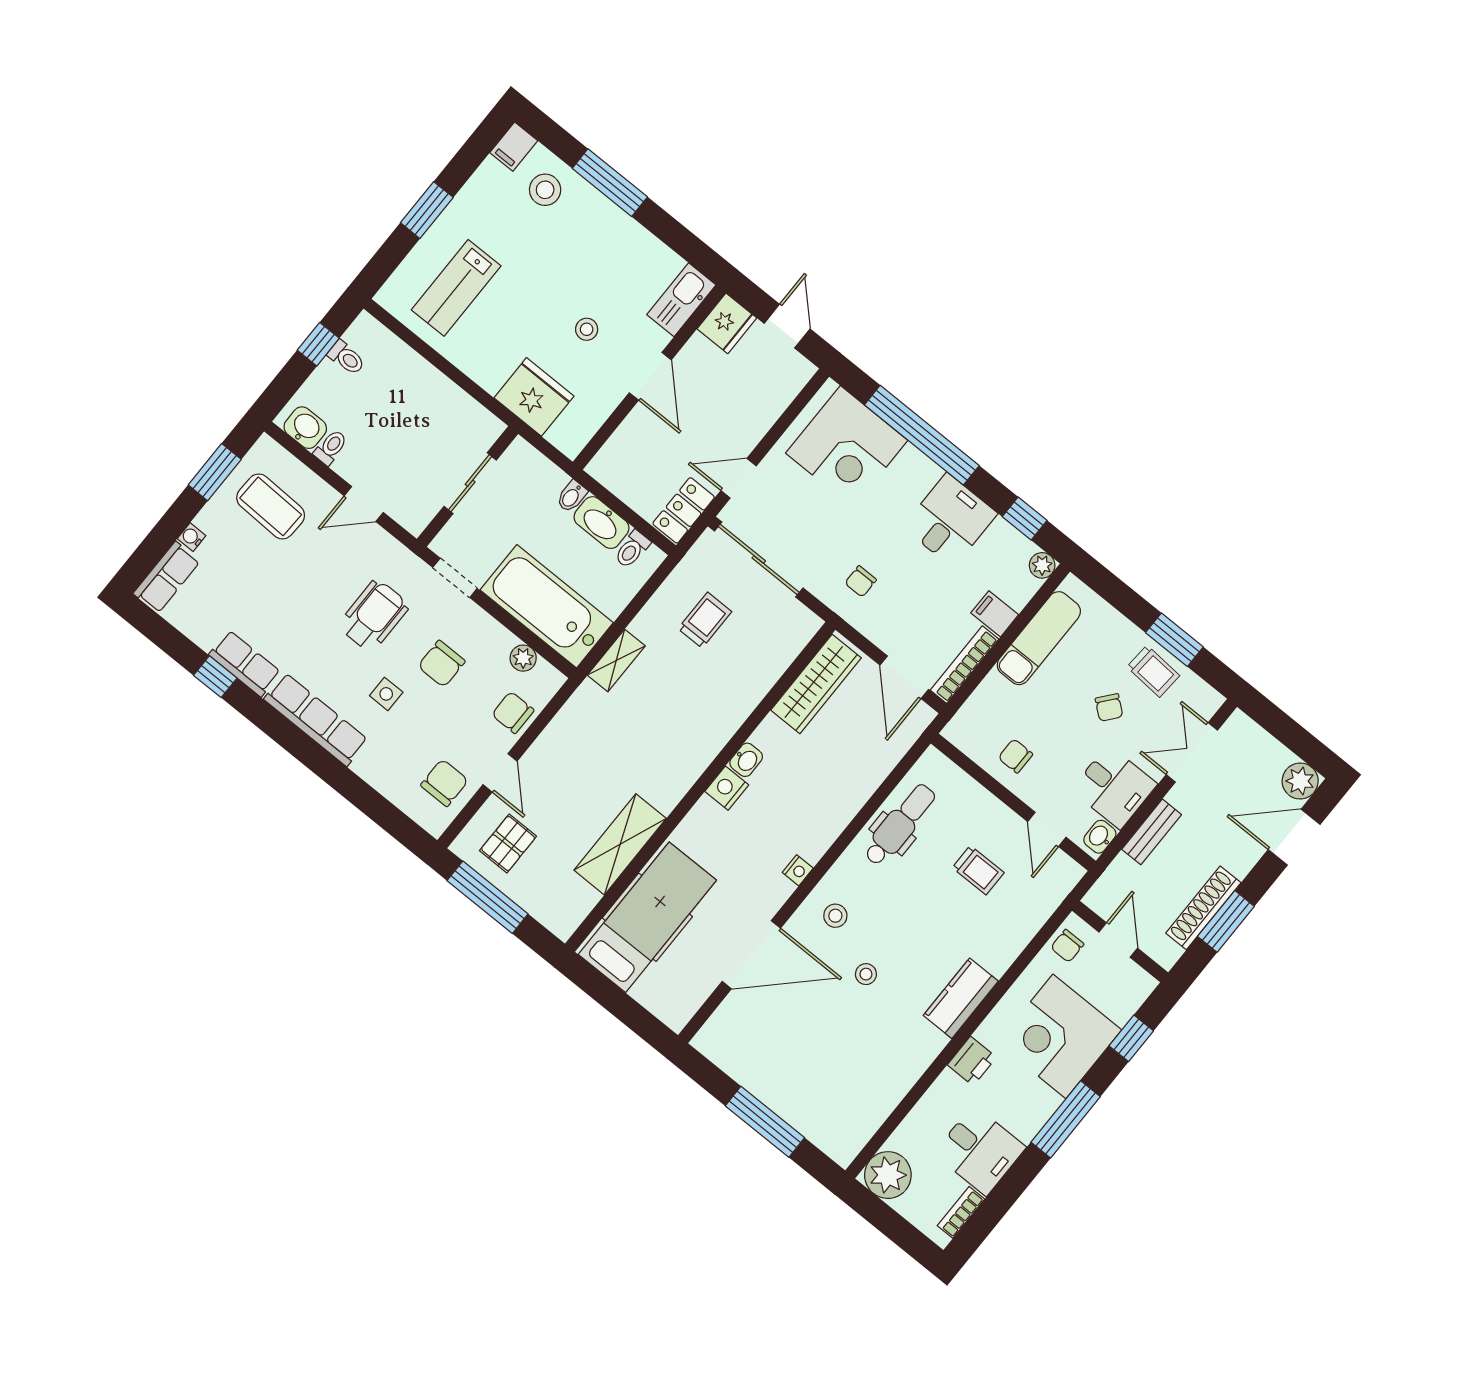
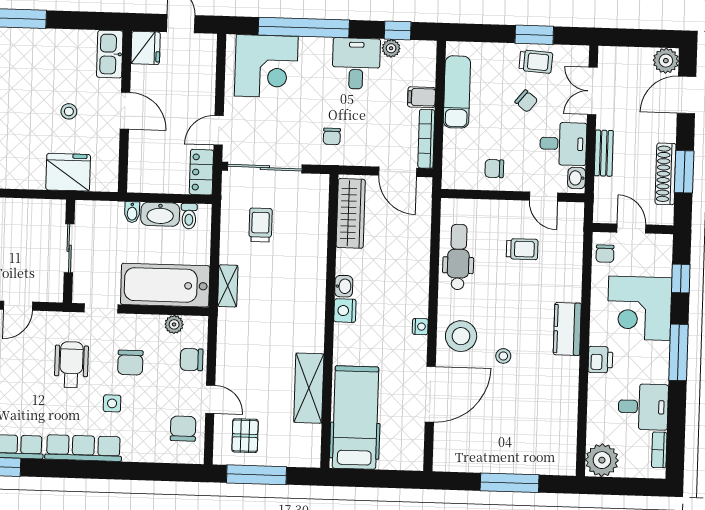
plant: (1042, 565) -> (391, 48), moved
stool: (835, 916) -> (461, 336), width x1.89, depth x1.89

